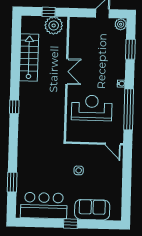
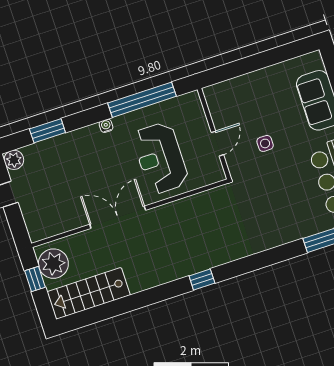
stairs: (29, 58) -> (89, 293), moved
double door: (67, 72) -> (118, 217), width x1.37
door: (113, 144) -> (217, 144), moved

